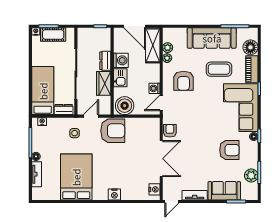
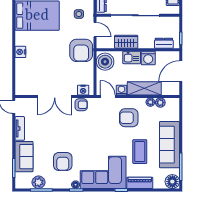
shelving: (153, 45) -> (144, 88), moved
floor lamp: (250, 47) -> (172, 182), moved
dresser: (105, 61) -> (164, 43), moved
nightstand: (154, 189) -> (83, 90), moved

